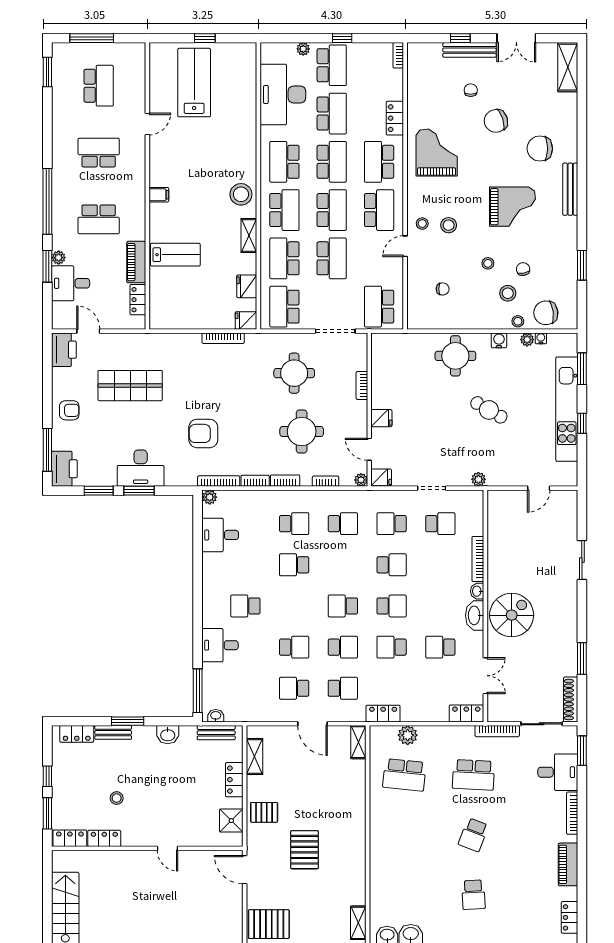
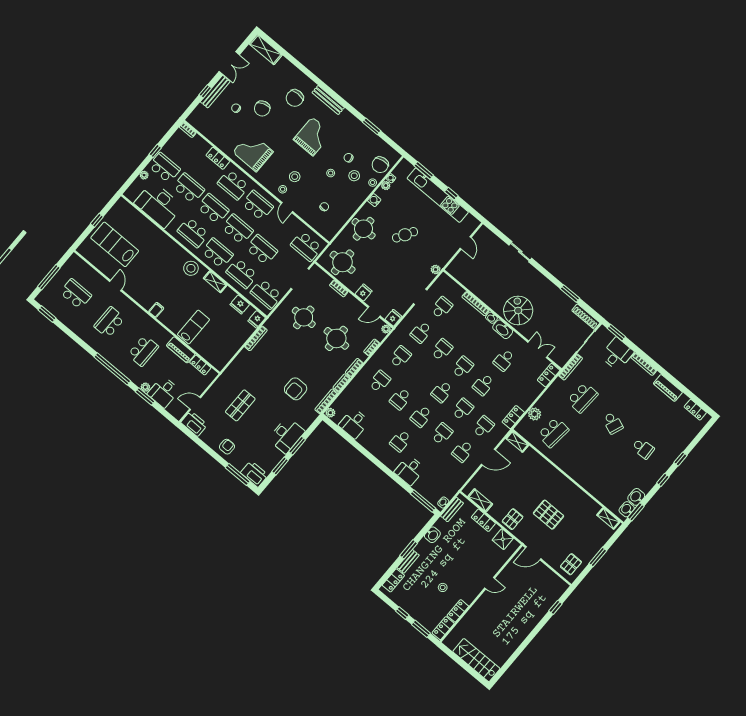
round table: (396, 364) -> (343, 262), added
shop shelf: (130, 386) -> (240, 405), width x0.70, depth x0.74
school desk: (294, 606) -> (421, 416), added
pallet: (269, 924) -> (571, 564), width x0.67, depth x0.71

